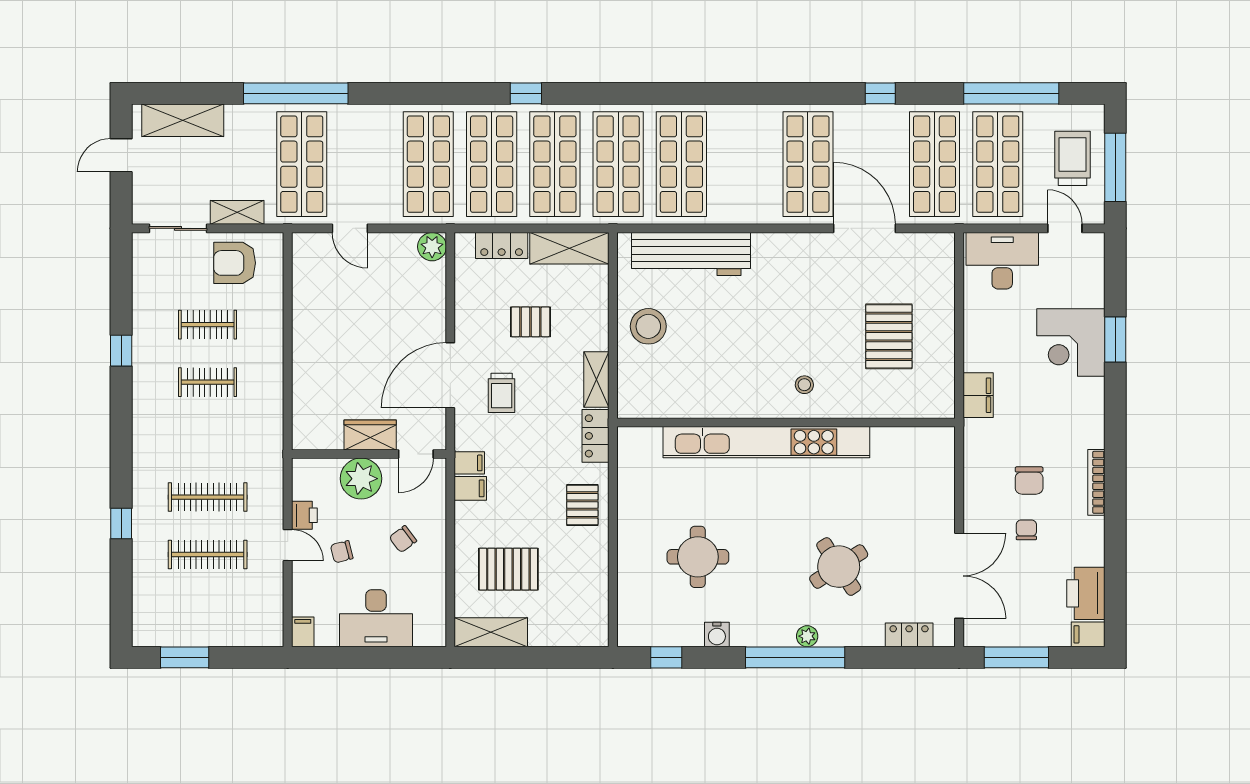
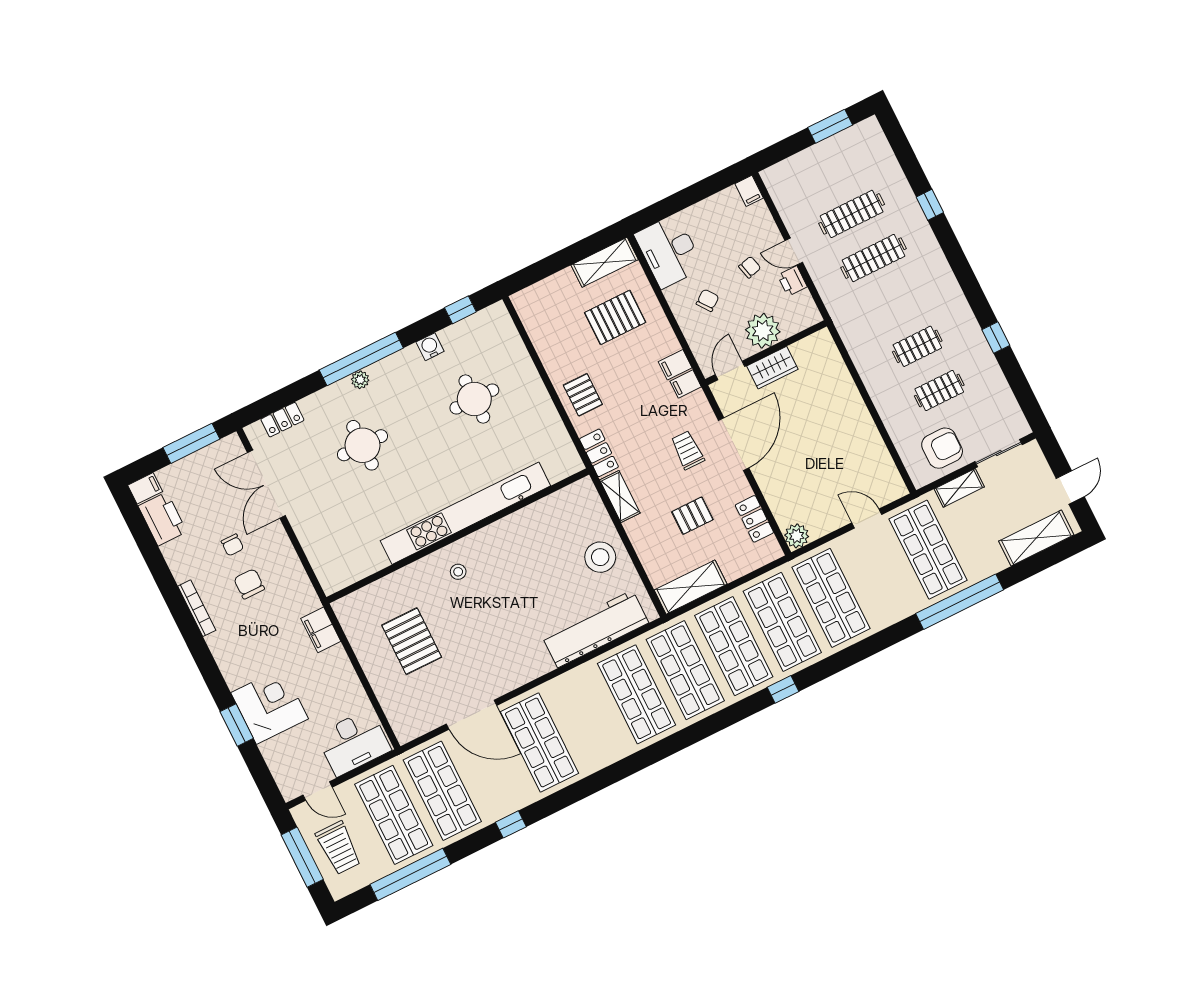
locker: (502, 246) -> (754, 519), moved, turned -90
round table: (839, 567) -> (362, 445), turned 33
desk: (376, 618) -> (669, 251), moved, turned -90

